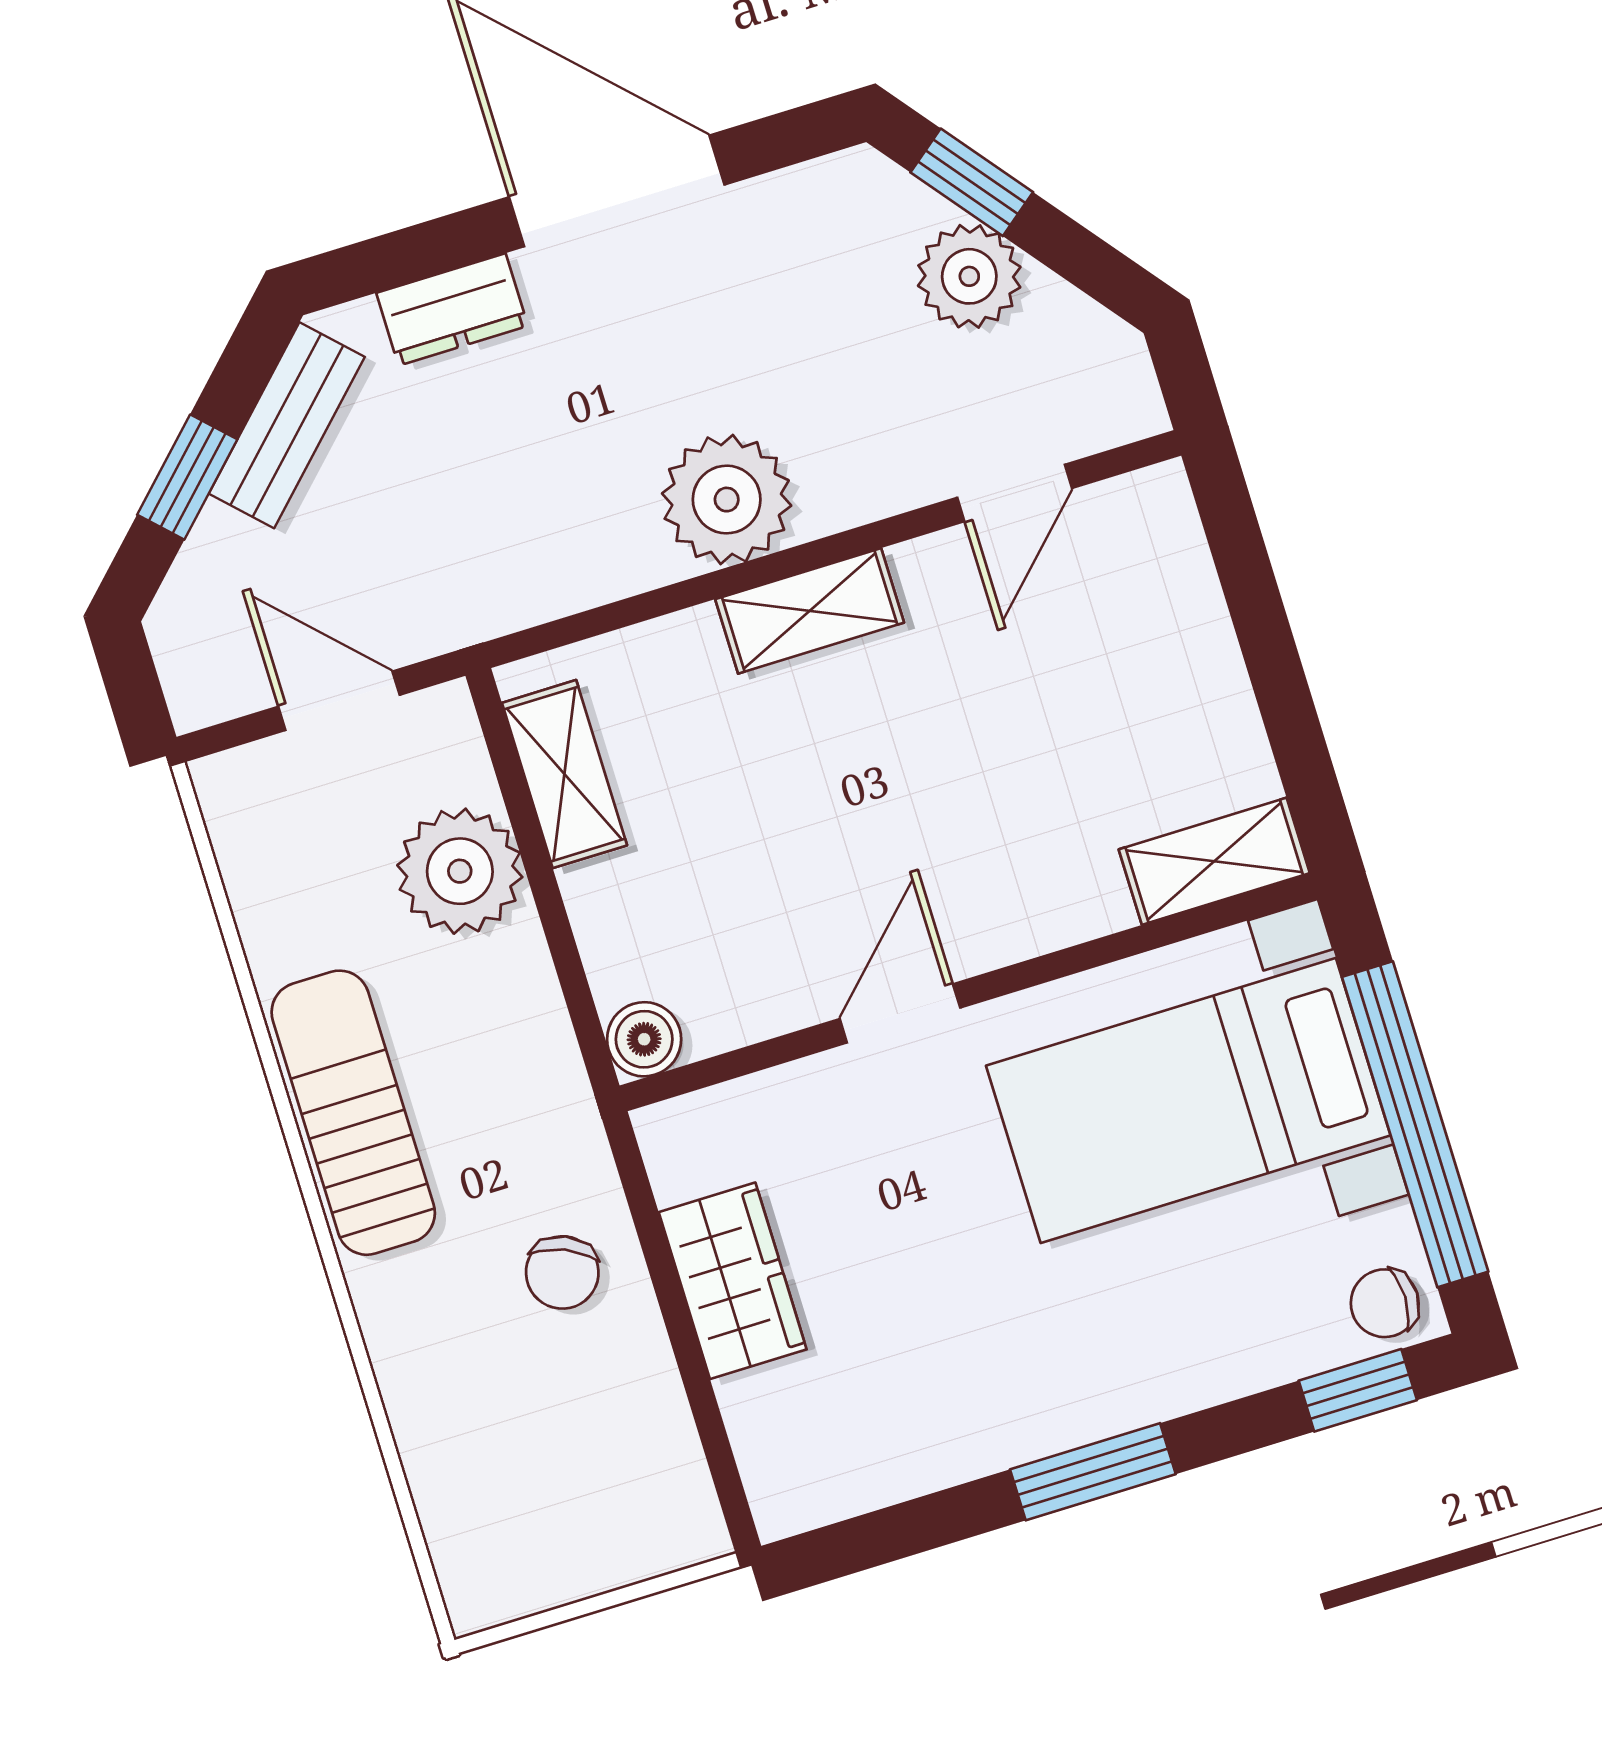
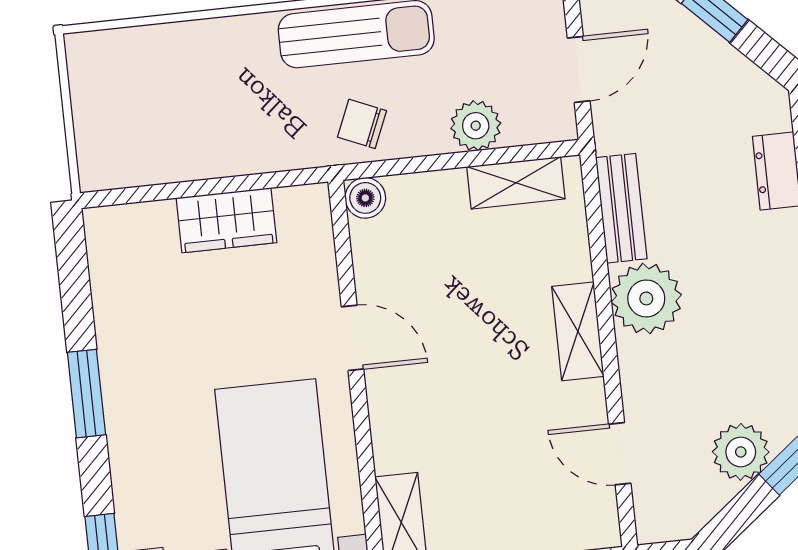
bench: (287, 425) -> (621, 208), moved, turned 45
plant: (460, 871) -> (476, 126), width x0.73, depth x0.73
chair: (562, 1272) -> (362, 124), moved

